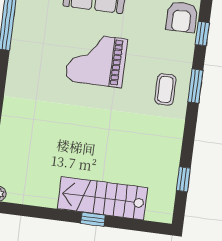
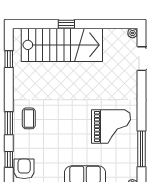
grand piano: (96, 60) -> (111, 126), moved
stairs: (102, 198) -> (62, 45), width x1.36, depth x1.51

